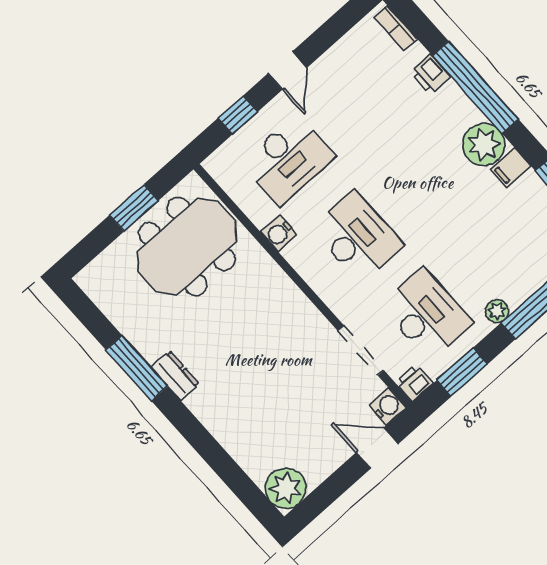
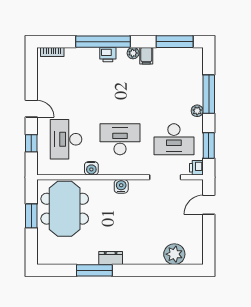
printer: (430, 74) -> (108, 55), moved
plant: (484, 144) -> (133, 53), width x0.53, depth x0.53
desk: (288, 160) -> (66, 139), turned 180
desk: (426, 314) -> (174, 139), turned 180
water cooler: (388, 406) -> (121, 186), moved
plant: (286, 488) -> (174, 254), moved

